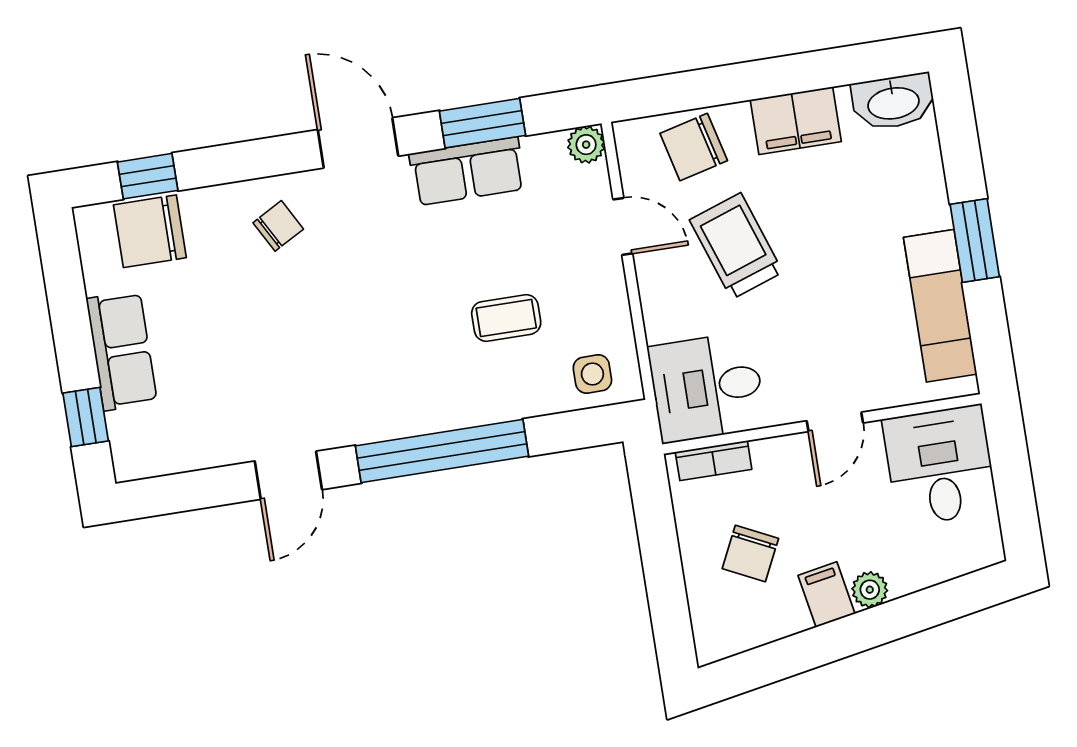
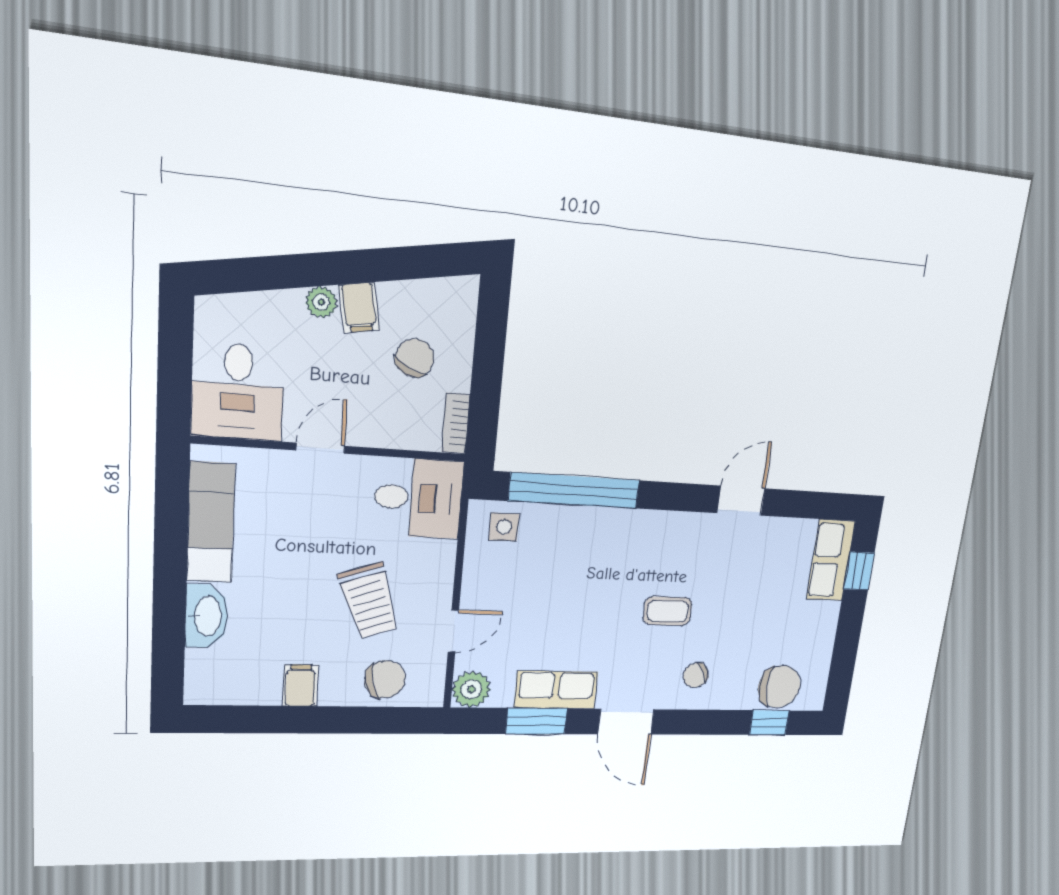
washbasin: (893, 102) -> (207, 616), moved, turned 90
filing cabinet: (796, 121) -> (300, 685), width x0.50
plant: (586, 145) -> (471, 689), width x1.38, depth x1.38
door: (623, 226) -> (453, 631), swing flipped
window: (975, 241) -> (170, 569), removed
coffee table: (506, 318) -> (668, 611), moved
row of seats: (122, 351) -> (831, 560), moved
window: (442, 451) -> (574, 491), moved
bookcase: (714, 461) -> (456, 423), moved, turned -90

